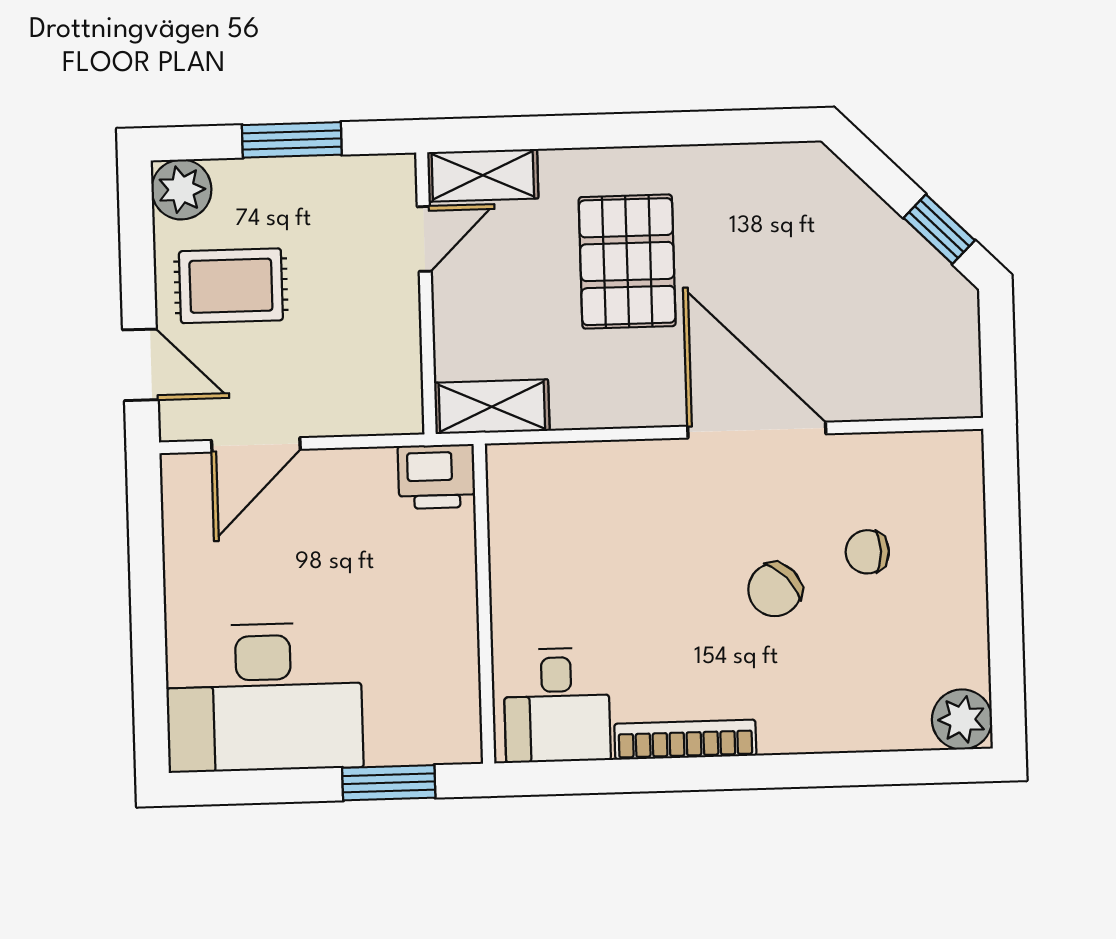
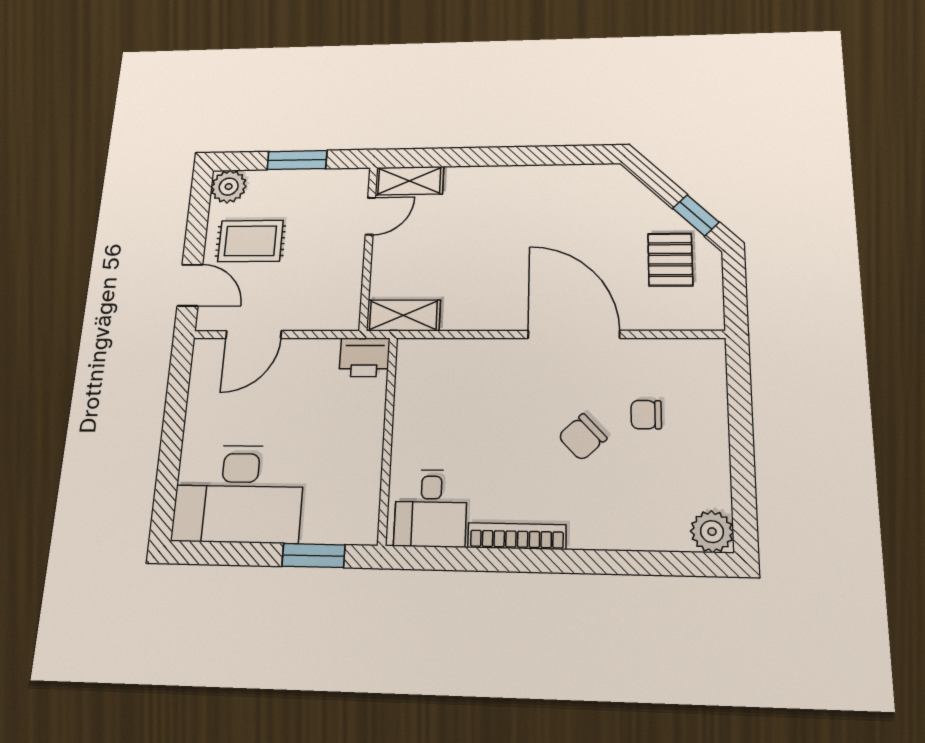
pallet: (627, 262) -> (670, 260), moved, width x0.67, depth x0.71

